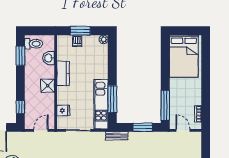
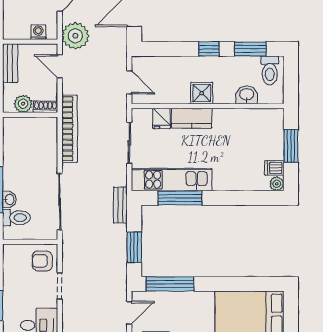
dishwasher: (77, 41) -> (274, 168), moved
kitchen counter: (63, 73) -> (192, 118), moved
window: (20, 107) -> (209, 49), moved

